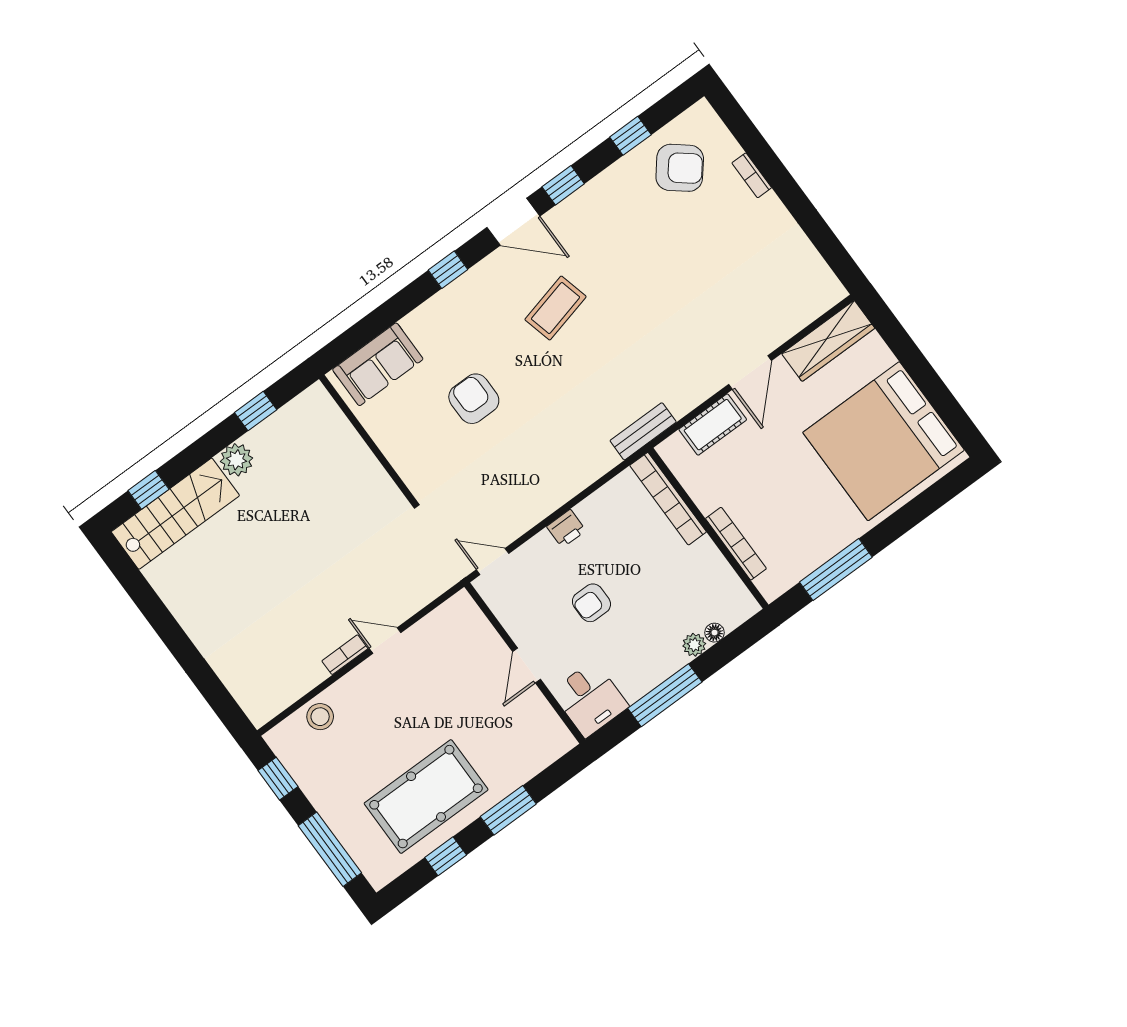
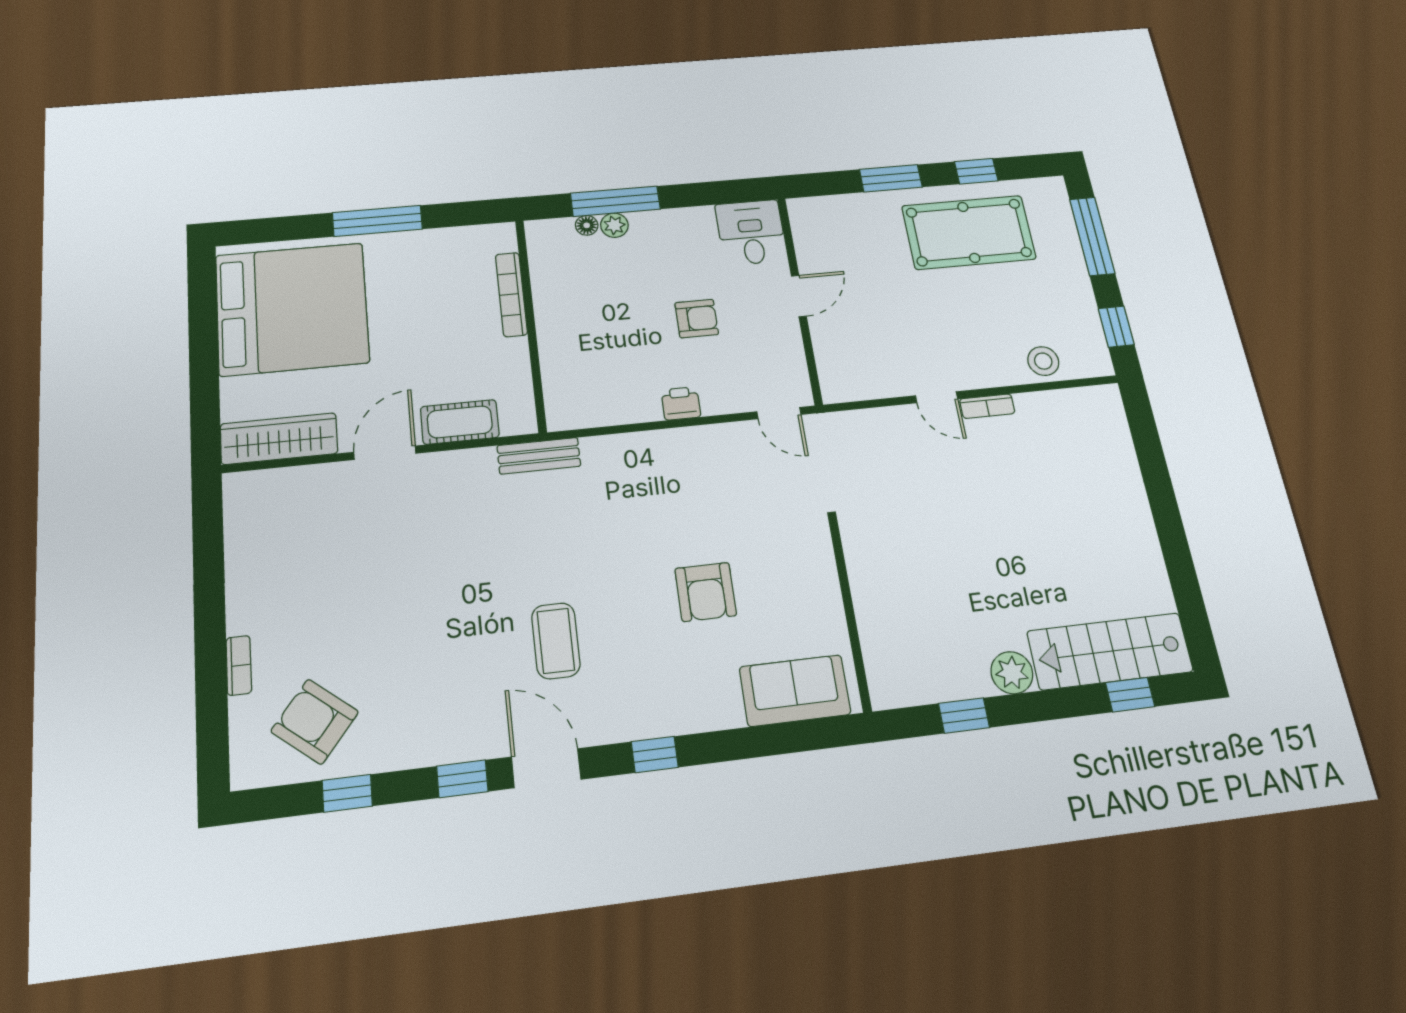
coffee table: (556, 308) -> (556, 641), turned -76
bookcase: (668, 499) -> (554, 375), removed
window: (836, 570) -> (377, 221), moved
window: (665, 695) -> (615, 201), moved

